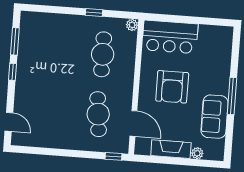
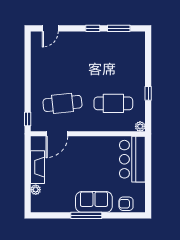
armchair: (172, 87) -> (126, 204), moved, width x0.53, depth x0.53
sofa: (214, 117) -> (94, 202), moved

